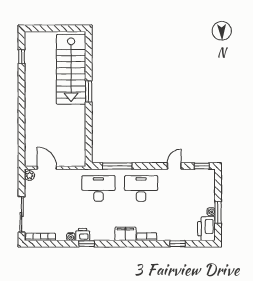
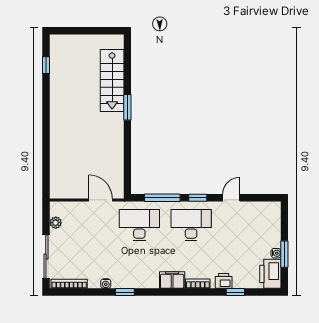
stairs: (71, 69) -> (112, 80), width x0.73, depth x0.66
window: (202, 166) -> (198, 198), moved
door: (47, 168) -> (101, 200), moved
plant: (29, 175) -> (56, 223), moved
printer: (83, 234) -> (224, 281), moved

